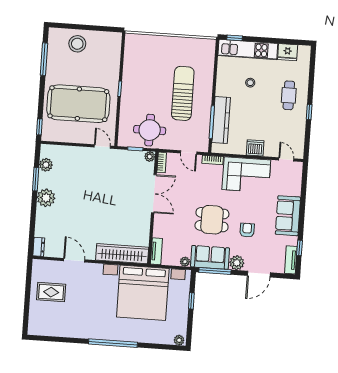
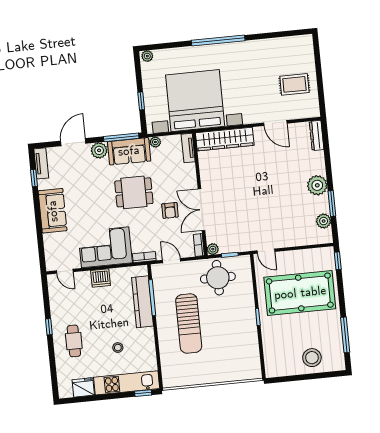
armchair: (247, 230) -> (170, 210), moved
dresser: (39, 247) -> (317, 135), width x1.44

